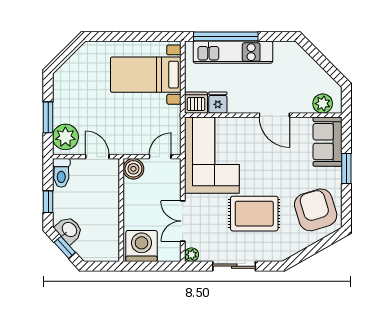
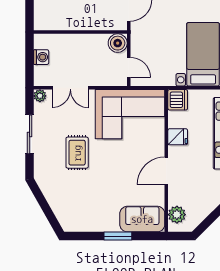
fridge: (218, 103) -> (178, 137), moved
armchair: (316, 210) -> (80, 208), removed
rug: (254, 214) -> (77, 153), width x0.73, depth x0.70
double door: (183, 221) -> (70, 88), swing flipped
washing machine: (142, 246) -> (41, 57), width x0.53, depth x0.53

